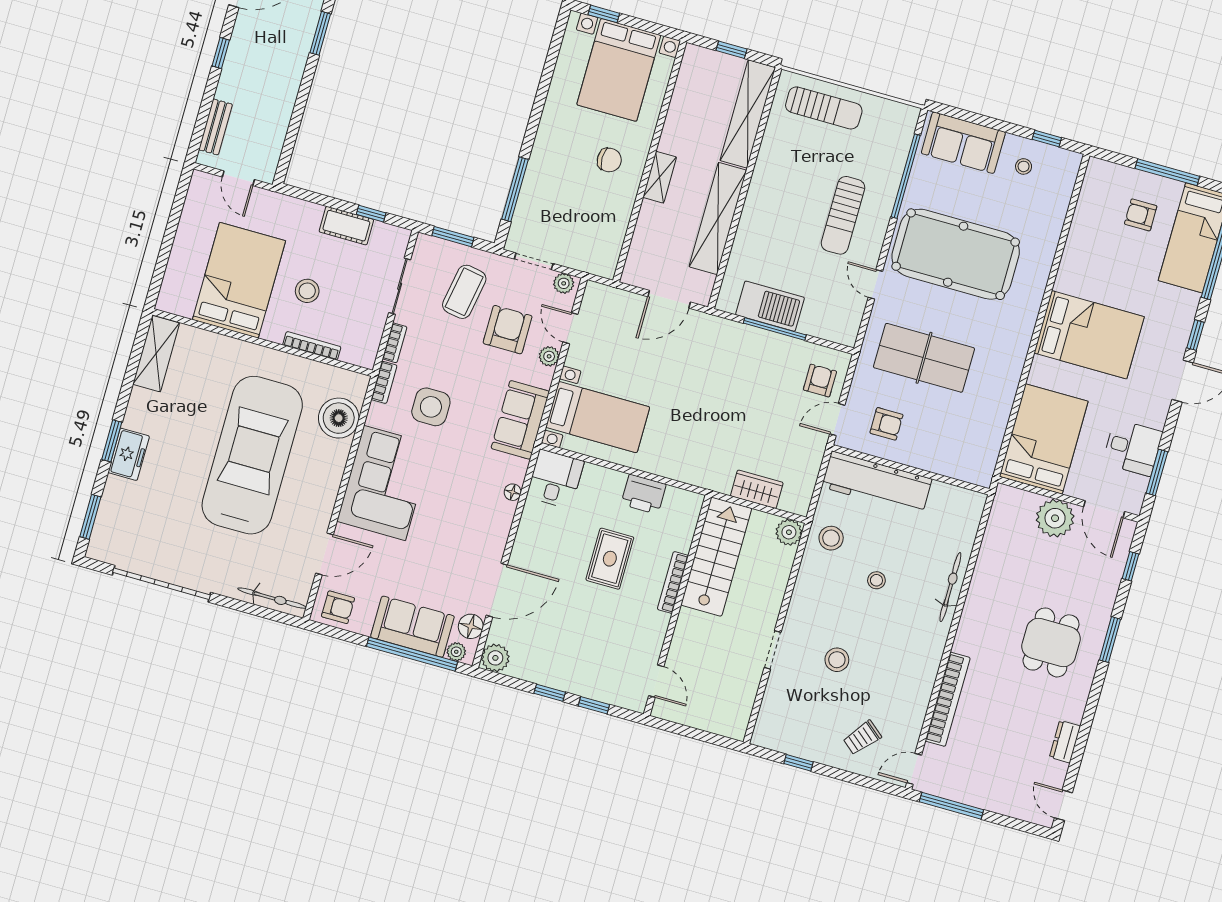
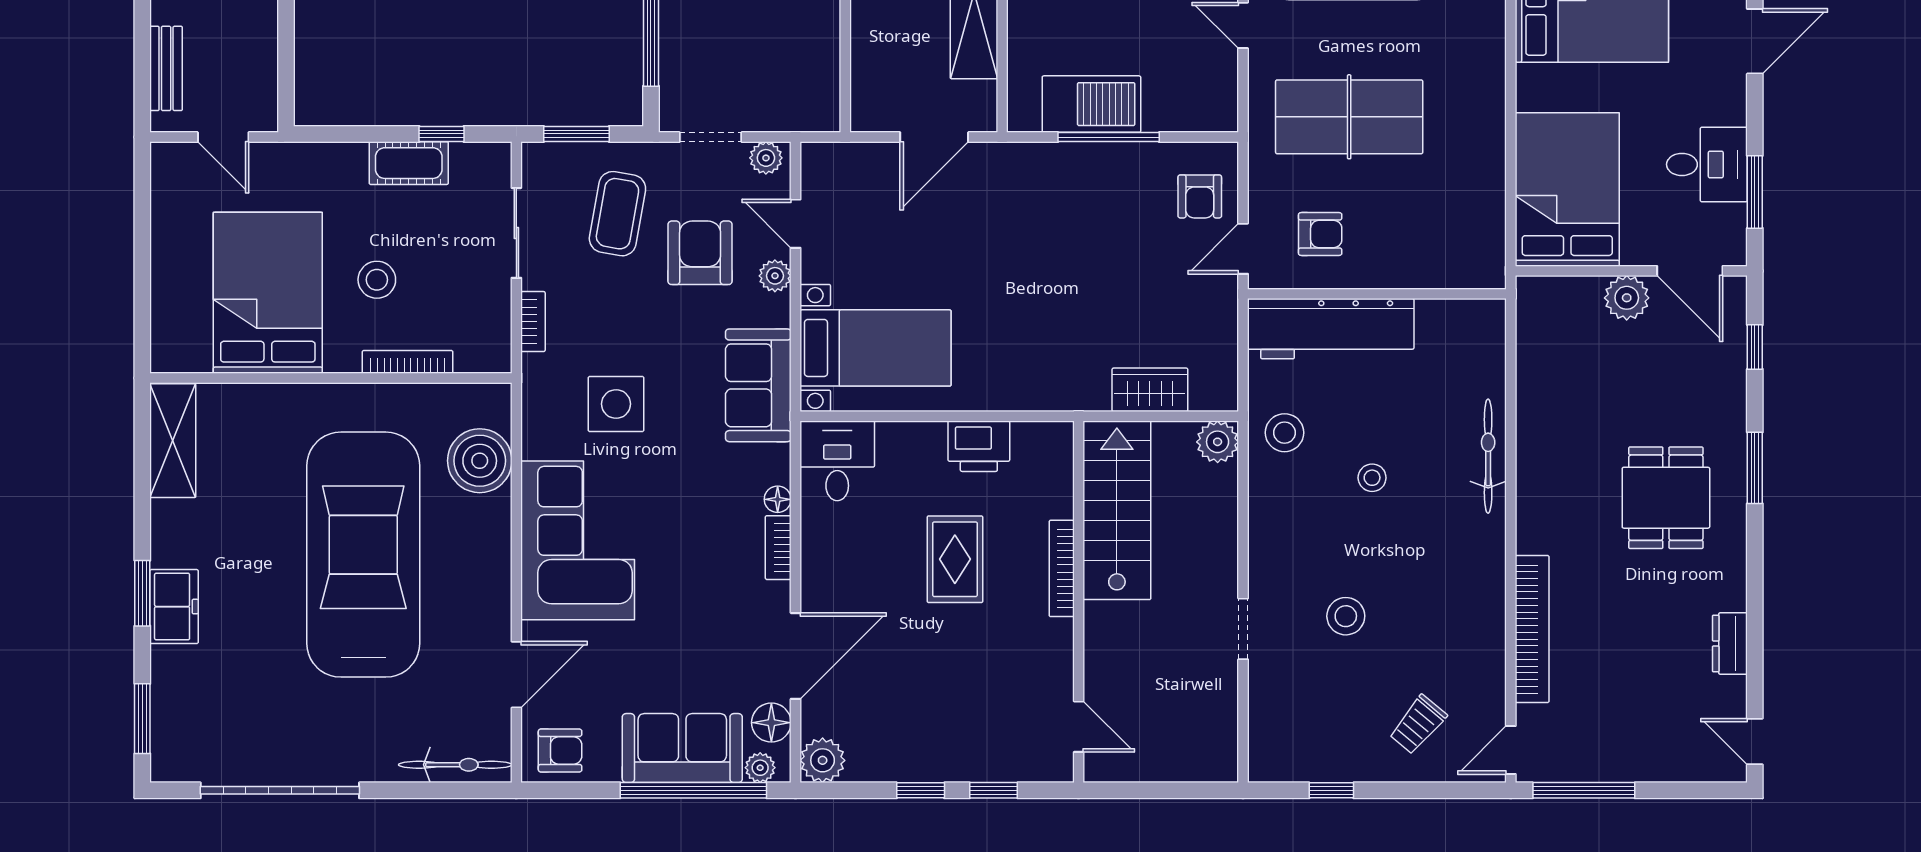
armchair: (820, 381) -> (1200, 196), turned 180
bookcase: (384, 382) -> (778, 548), moved, turned 180
plant: (1055, 518) -> (1627, 298), width x0.73, depth x0.73

